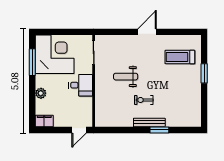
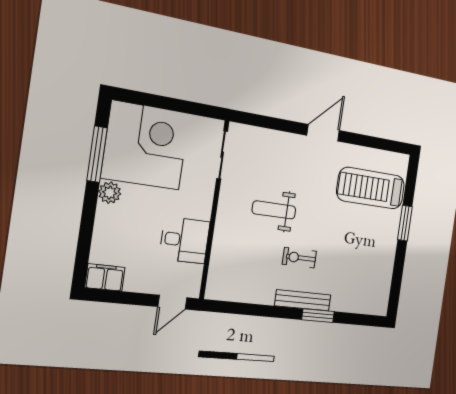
treadmill: (180, 57) -> (371, 188), width x1.37, depth x1.38
desk: (81, 85) -> (185, 240), moved
plant: (41, 93) -> (110, 193), moved

